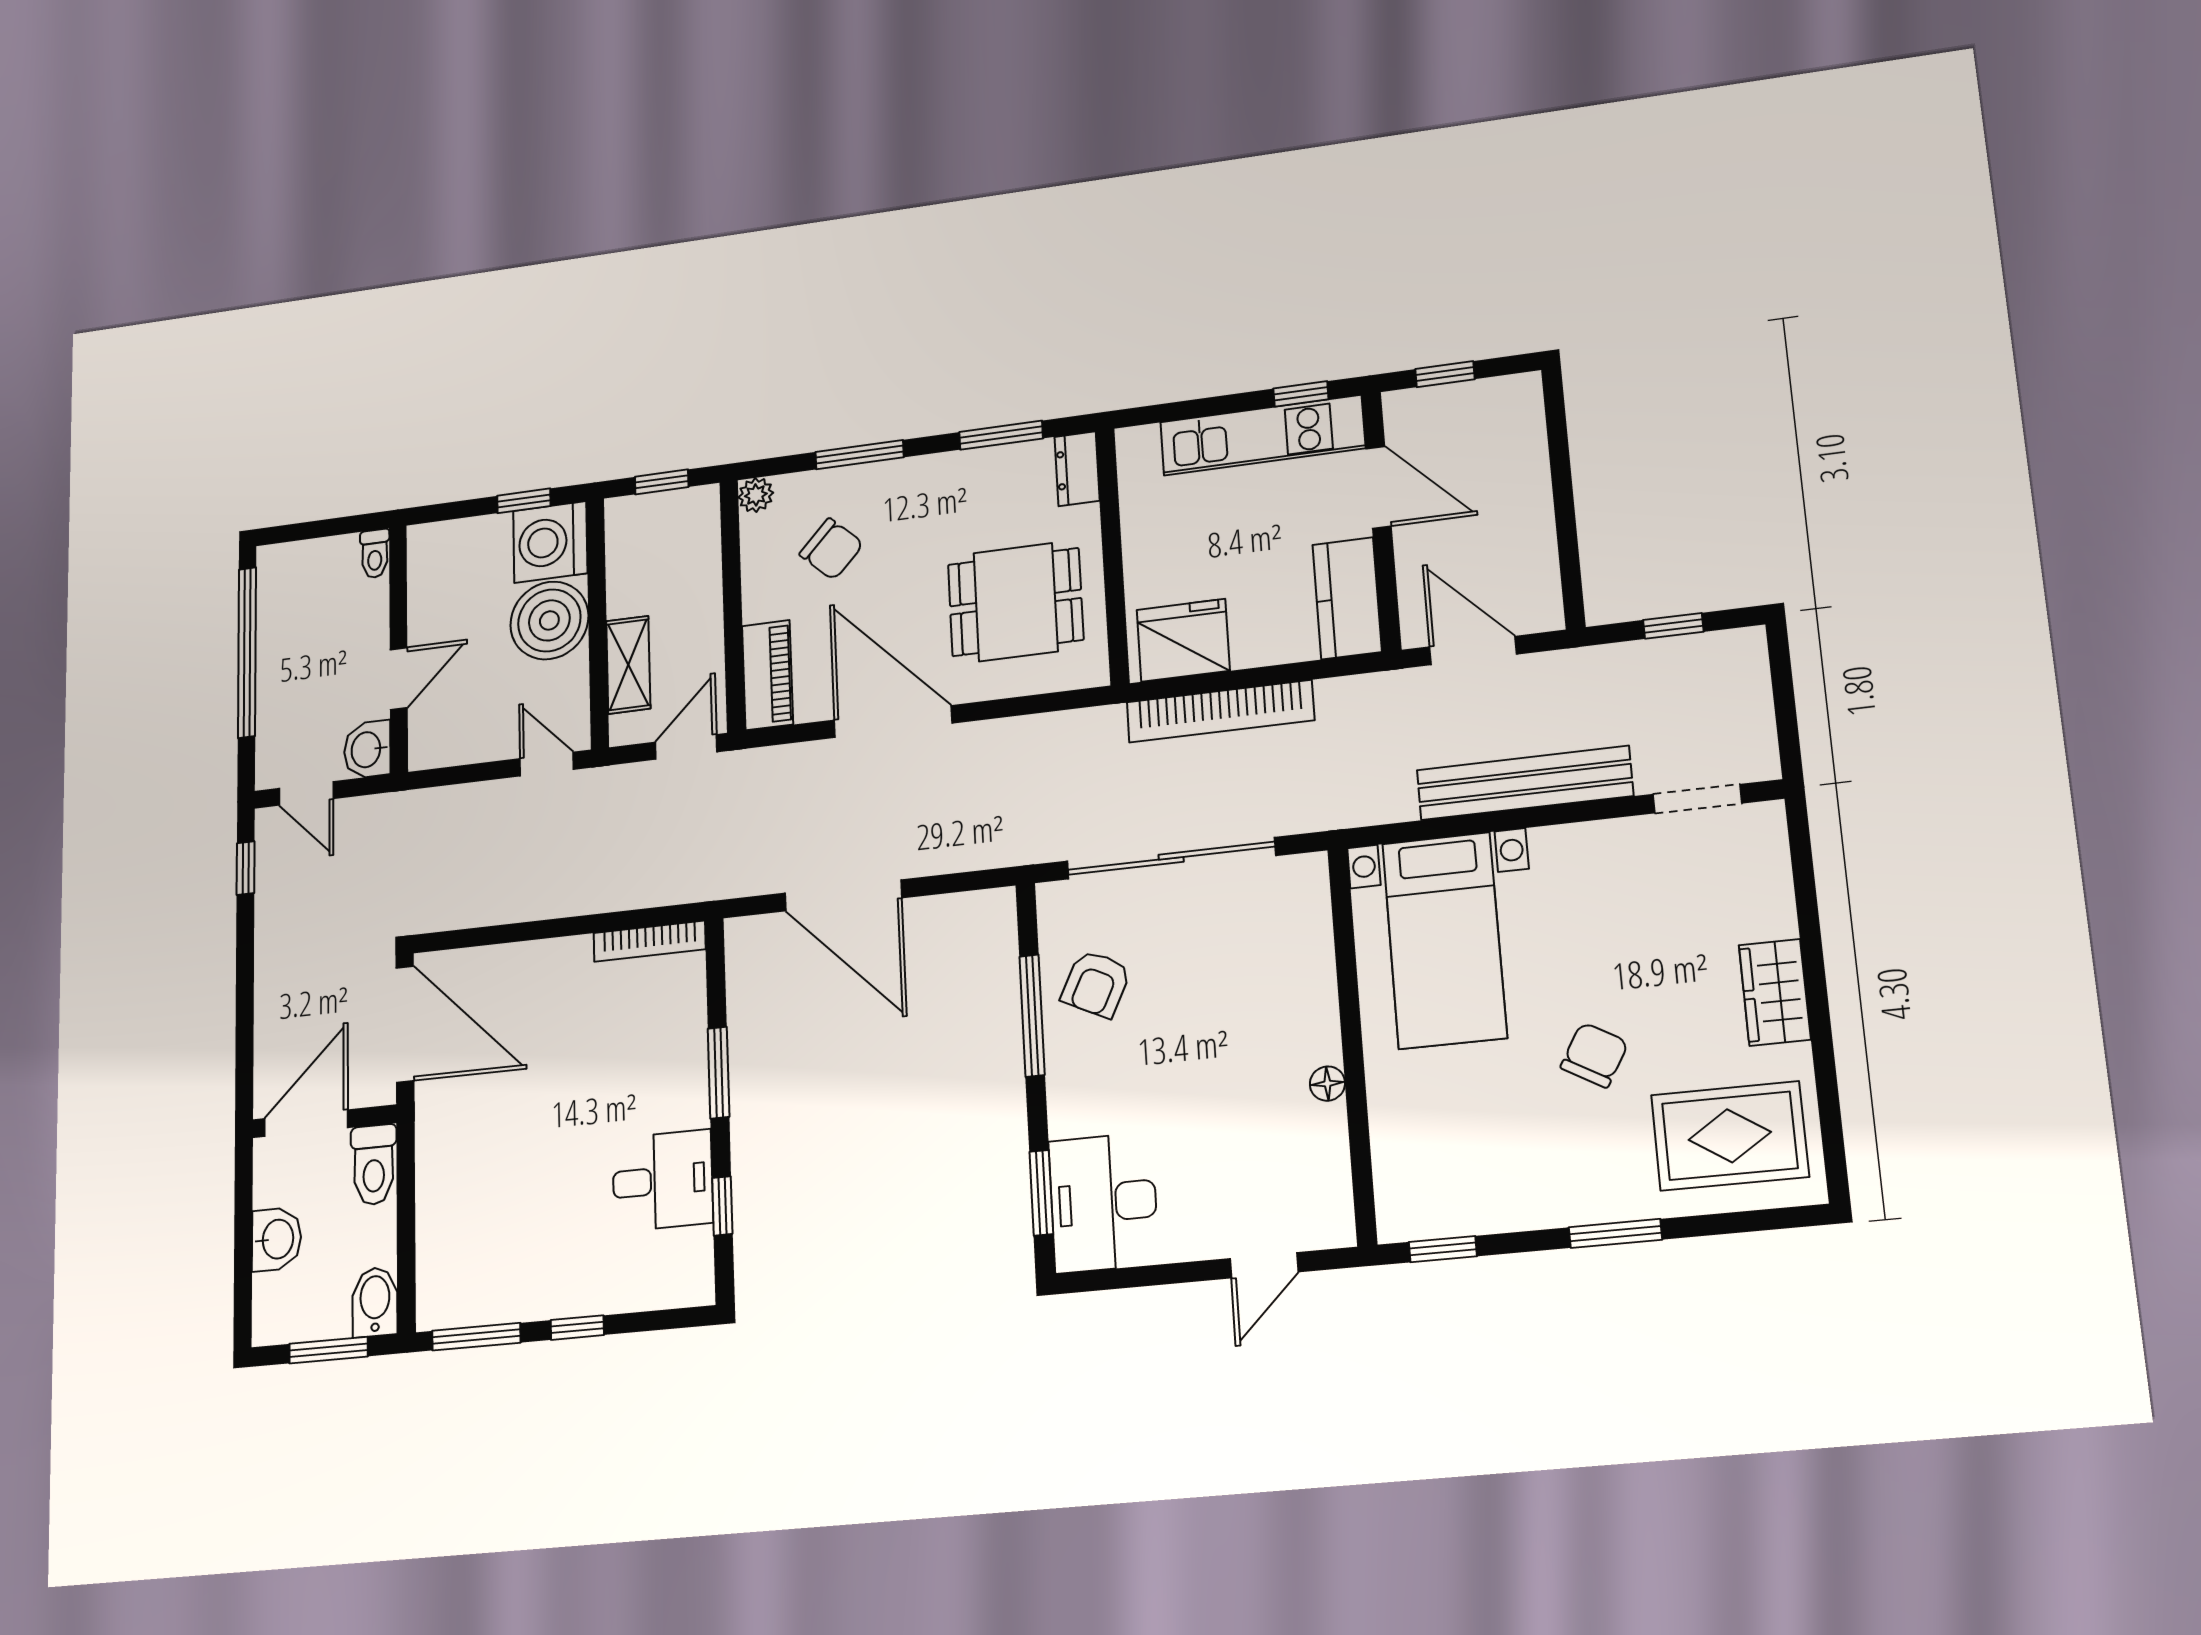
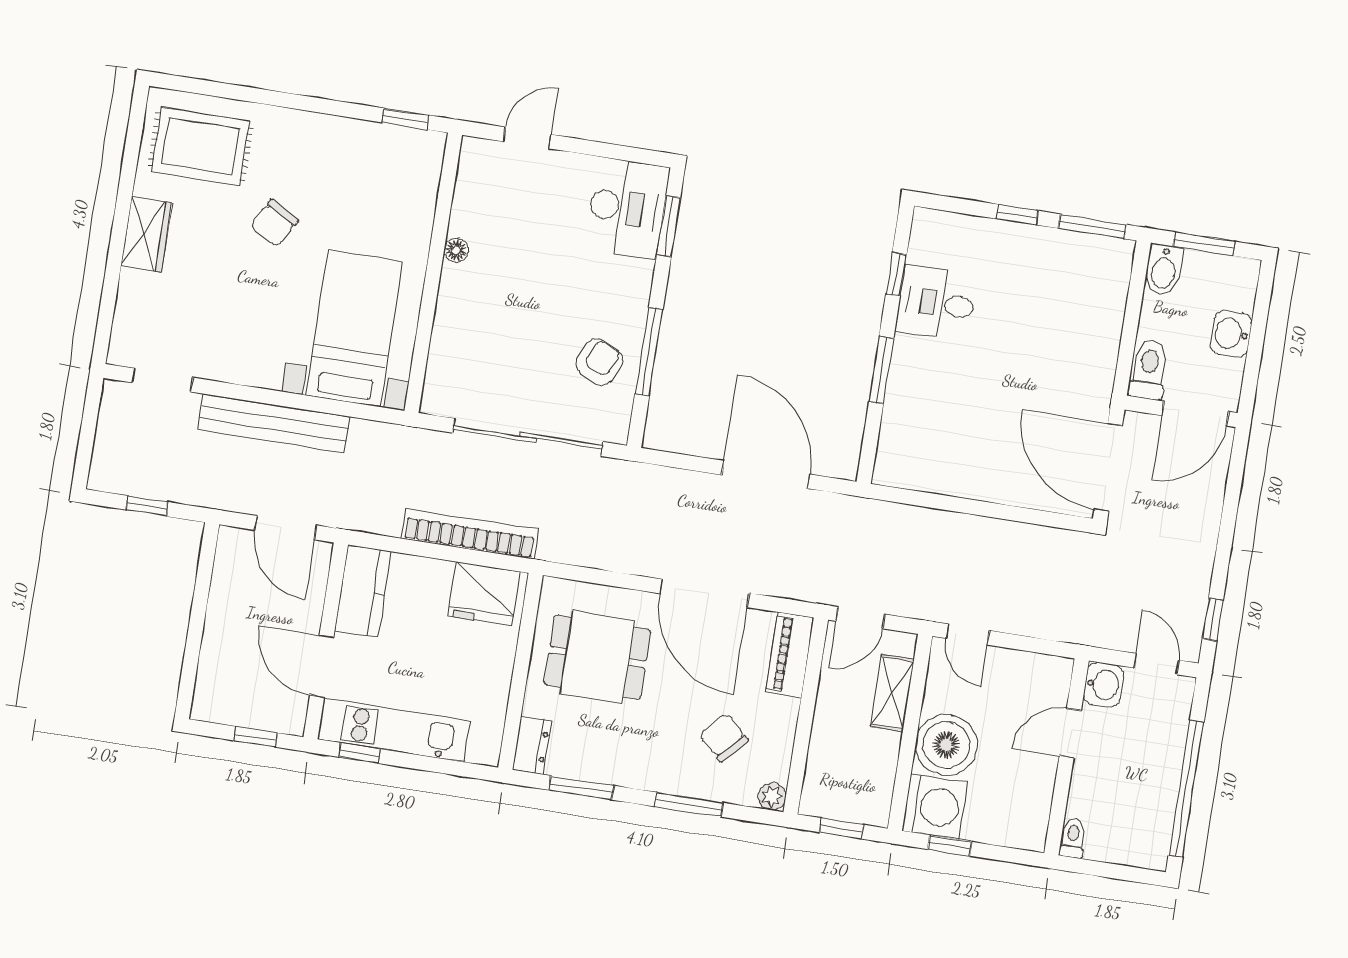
bookcase: (650, 941) -> (914, 480), removed
window: (1615, 1233) -> (290, 101), removed

